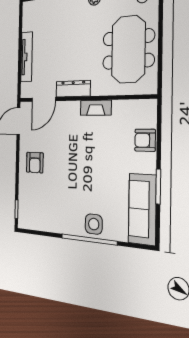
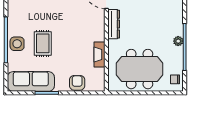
fireplace: (96, 108) -> (100, 54), moved
rug: (94, 188) -> (43, 43), added

